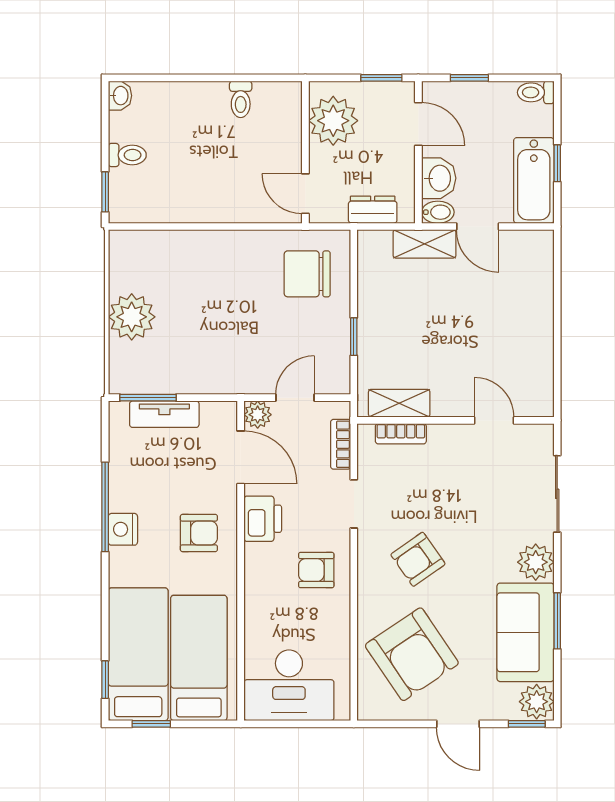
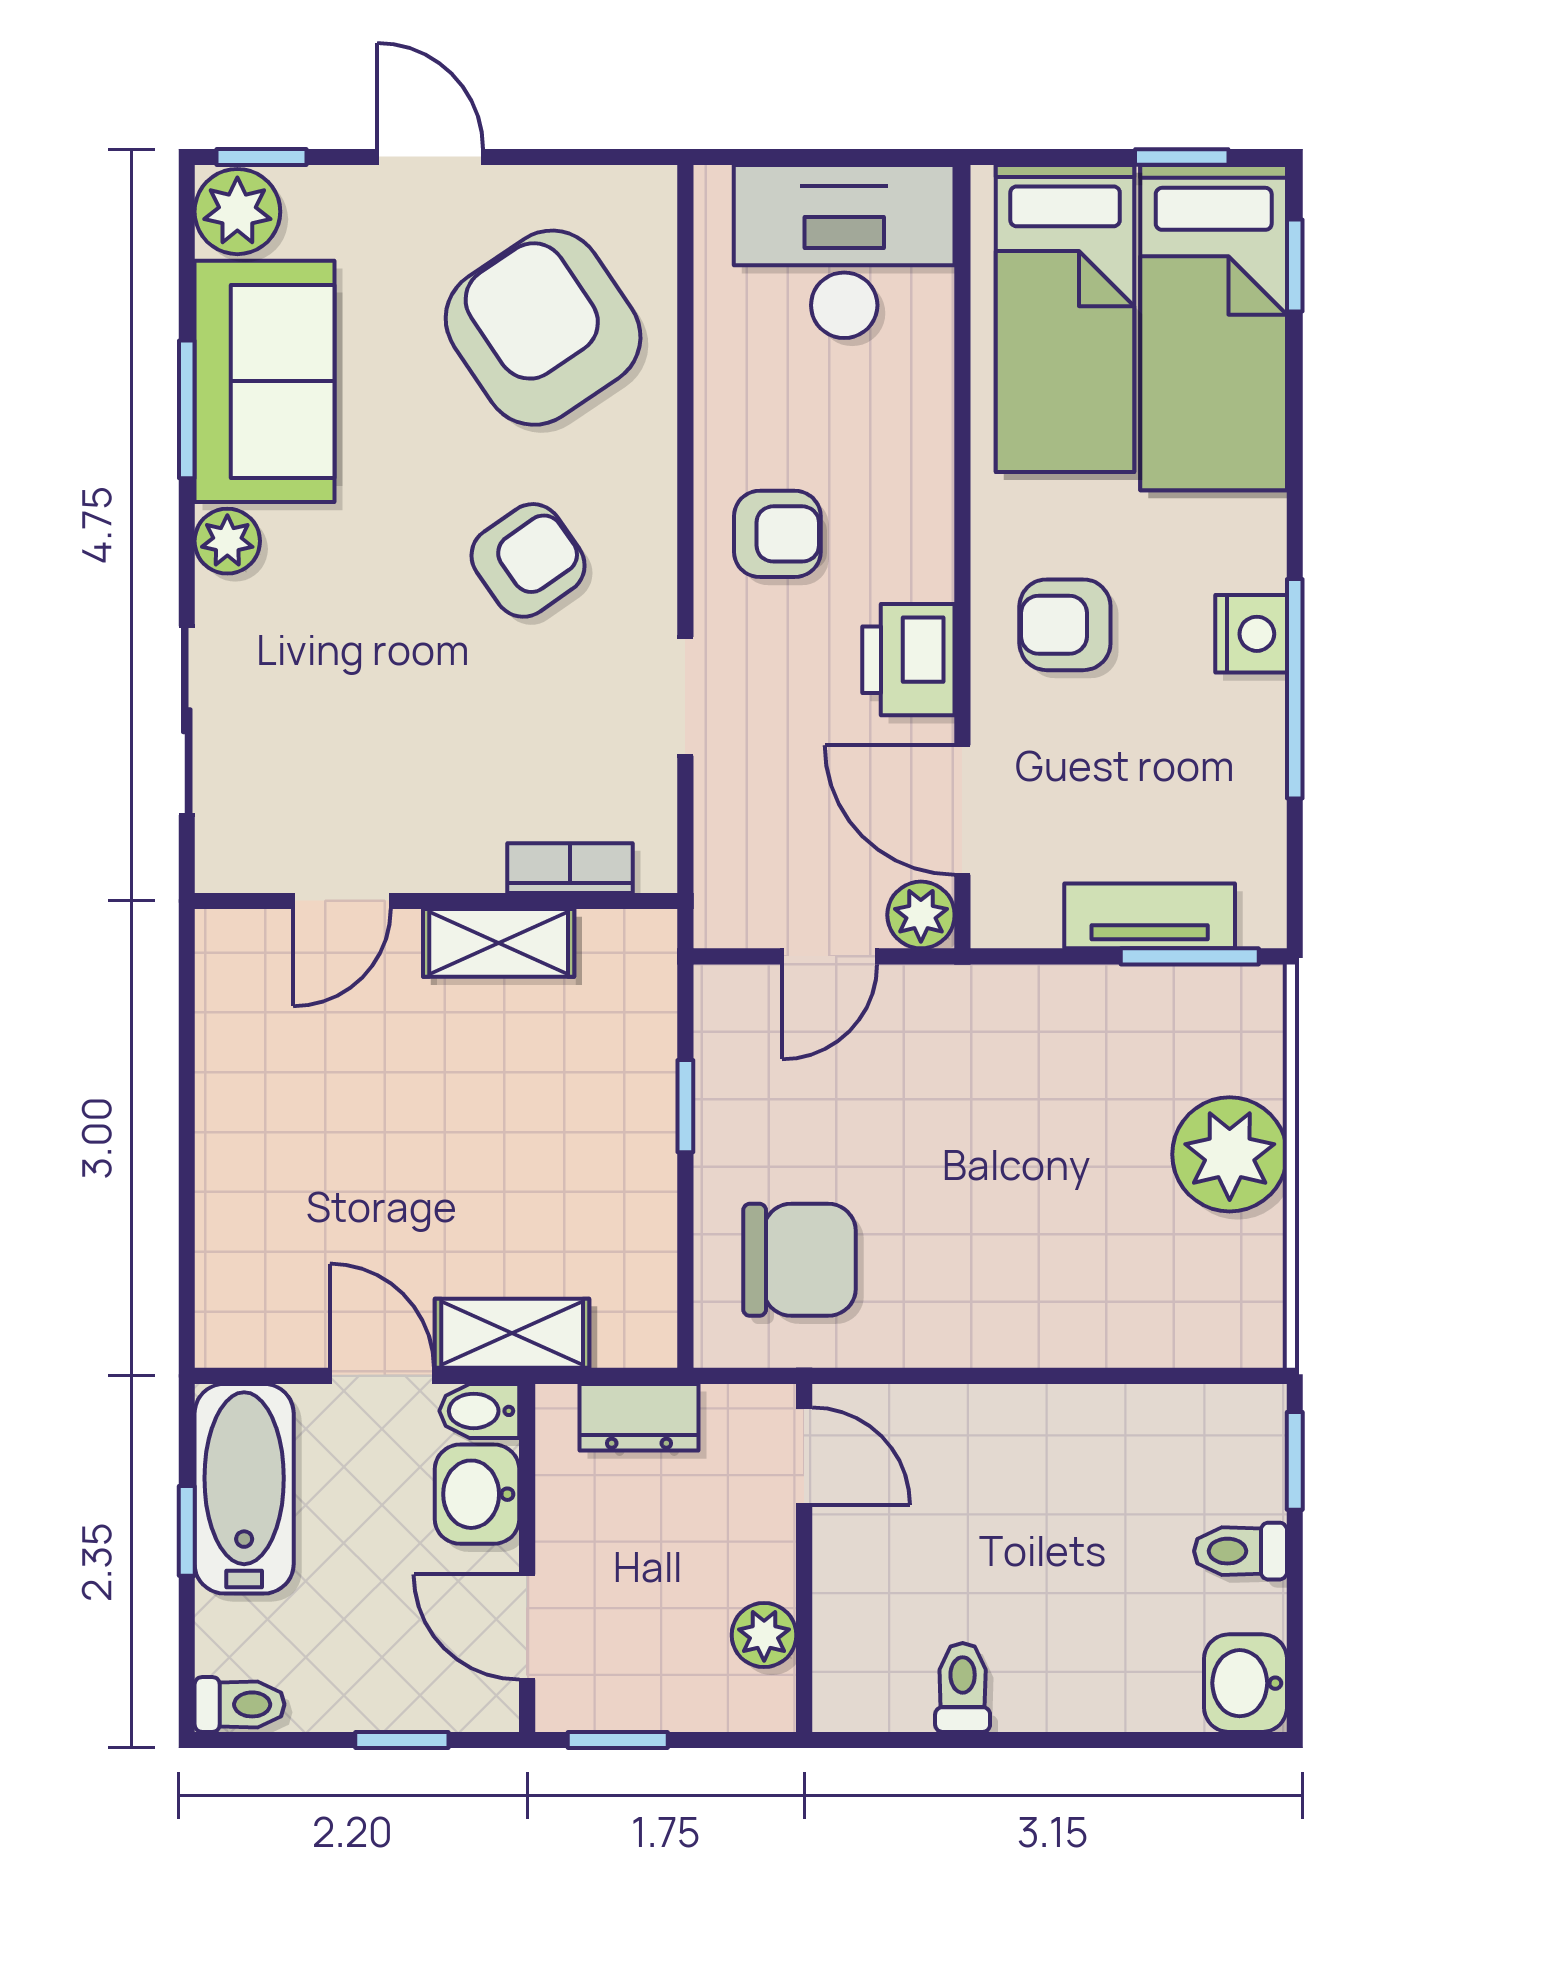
washbasin: (120, 96) -> (1246, 1683), width x1.38, depth x1.45
plant: (333, 121) -> (764, 1635), width x0.53, depth x0.53
shelving: (399, 403) -> (499, 943), moved
door: (494, 420) -> (342, 901), hinge flipped
bookcase: (341, 444) -> (718, 842), removed
plant: (536, 562) -> (227, 541), width x0.73, depth x0.73

